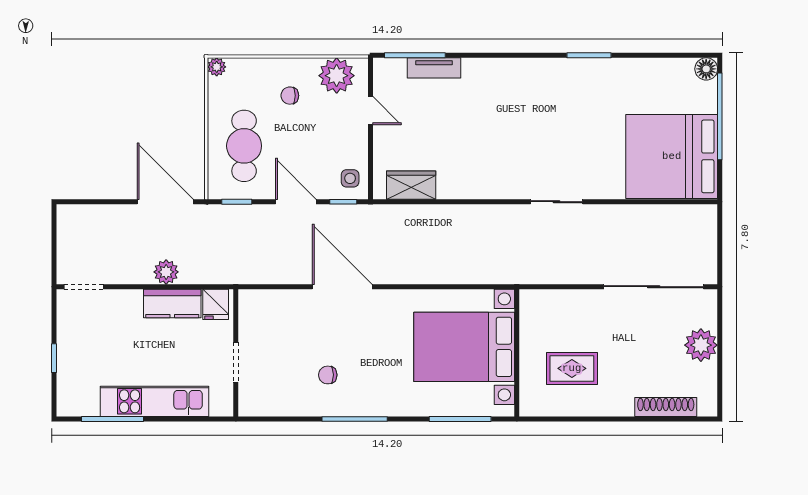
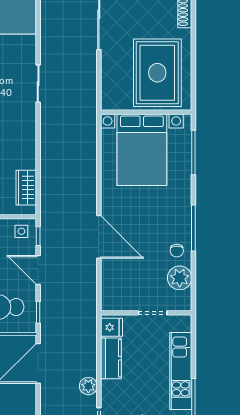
door: (296, 202) -> (38, 270), hinge flipped
plant: (166, 272) -> (88, 386), moved
door: (342, 287) -> (99, 237), swing flipped
rug: (572, 368) -> (157, 73), width x1.86, depth x2.06
chair: (328, 375) -> (177, 251), moved
plant: (285, 400) -> (180, 278), added

